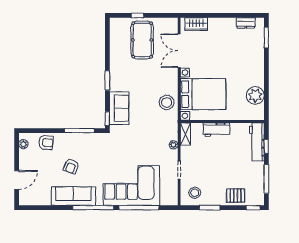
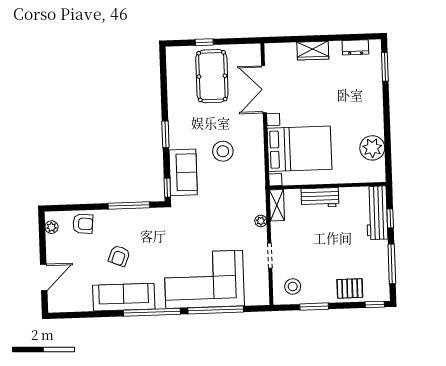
wardrobe: (196, 24) -> (313, 51), moved
stool: (167, 102) -> (223, 151), moved

